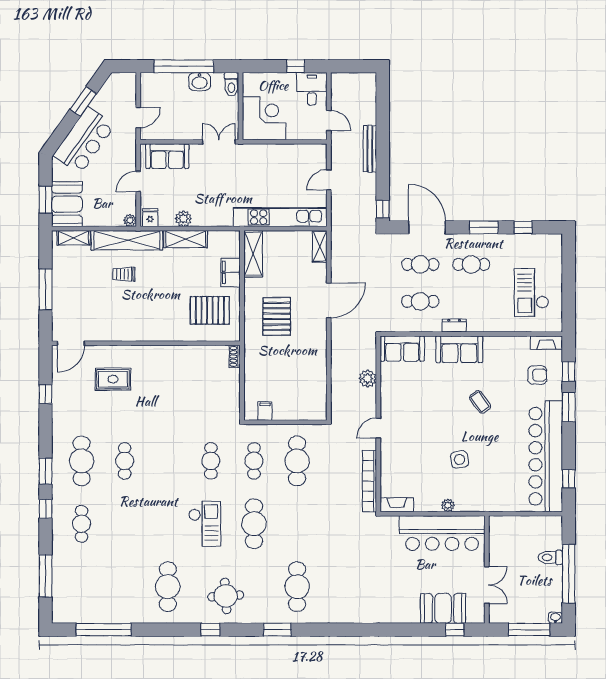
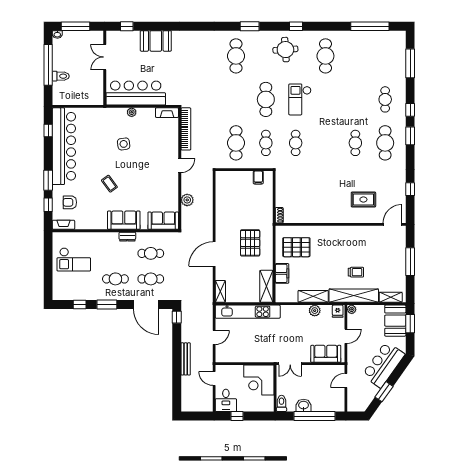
checkout: (532, 292) -> (74, 259), turned 90
booth: (443, 608) -> (156, 41), moved

